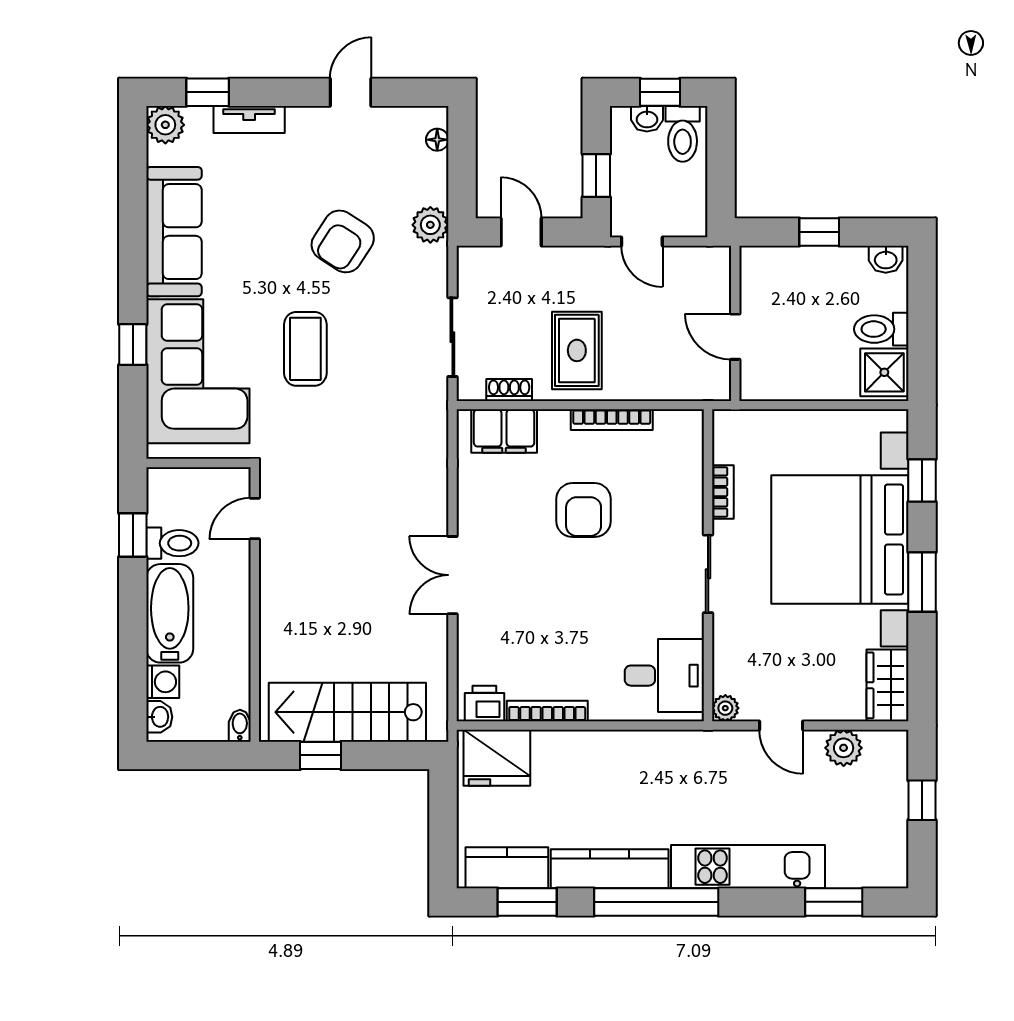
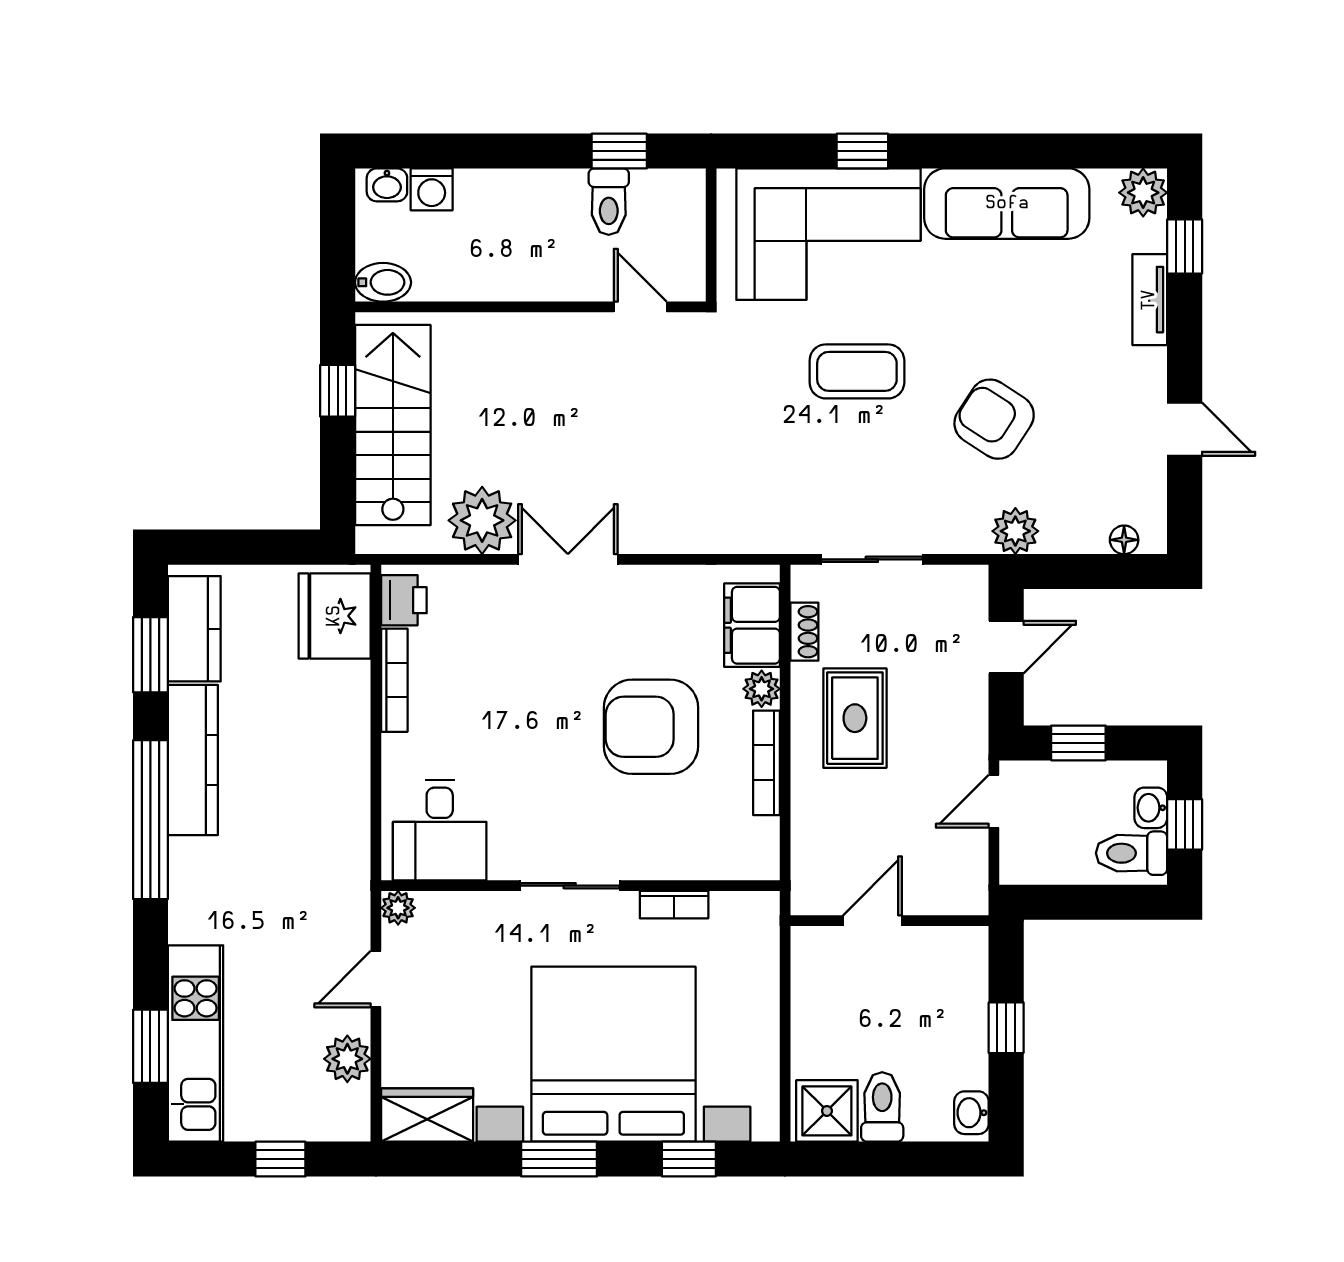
rug: (577, 350) -> (855, 718), turned 90
plant: (554, 424) -> (762, 689), added
armchair: (584, 510) -> (651, 727), width x1.36, depth x1.36
bathtub: (170, 613) -> (519, 198), removed
plant: (422, 642) -> (482, 520), added
bidet: (240, 726) -> (383, 282), width x1.38, depth x1.36
kitchen unit: (748, 867) -> (196, 1043), moved

